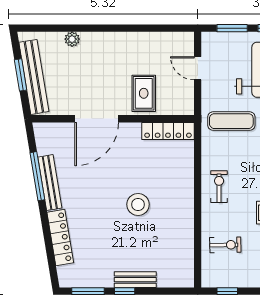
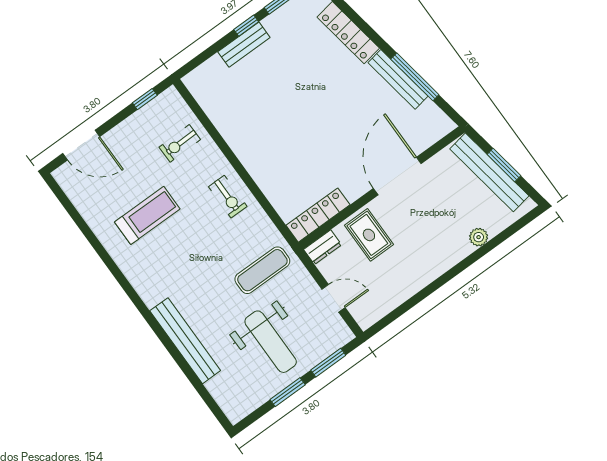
dresser: (180, 107) -> (323, 247), added
stool: (138, 204) -> (295, 121), removed

